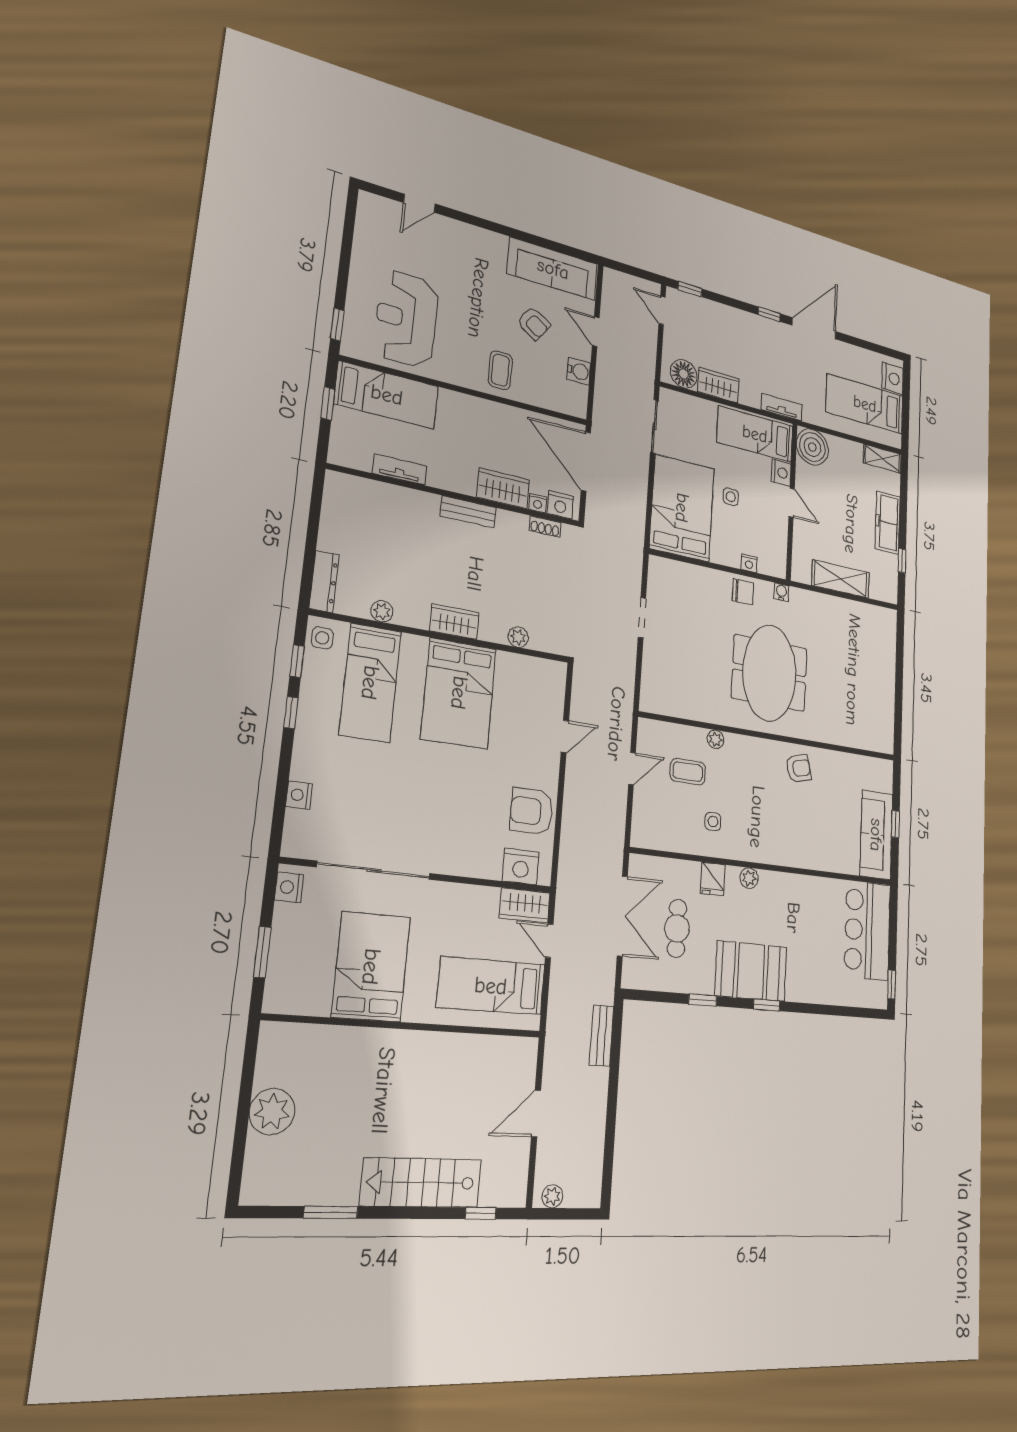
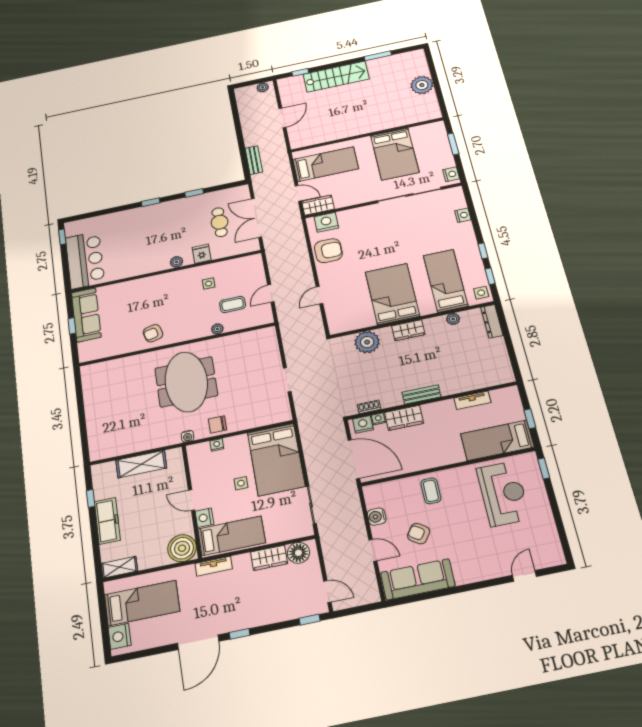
plant: (518, 637) -> (367, 342), width x1.88, depth x1.88
booth: (751, 971) -> (165, 216), removed

